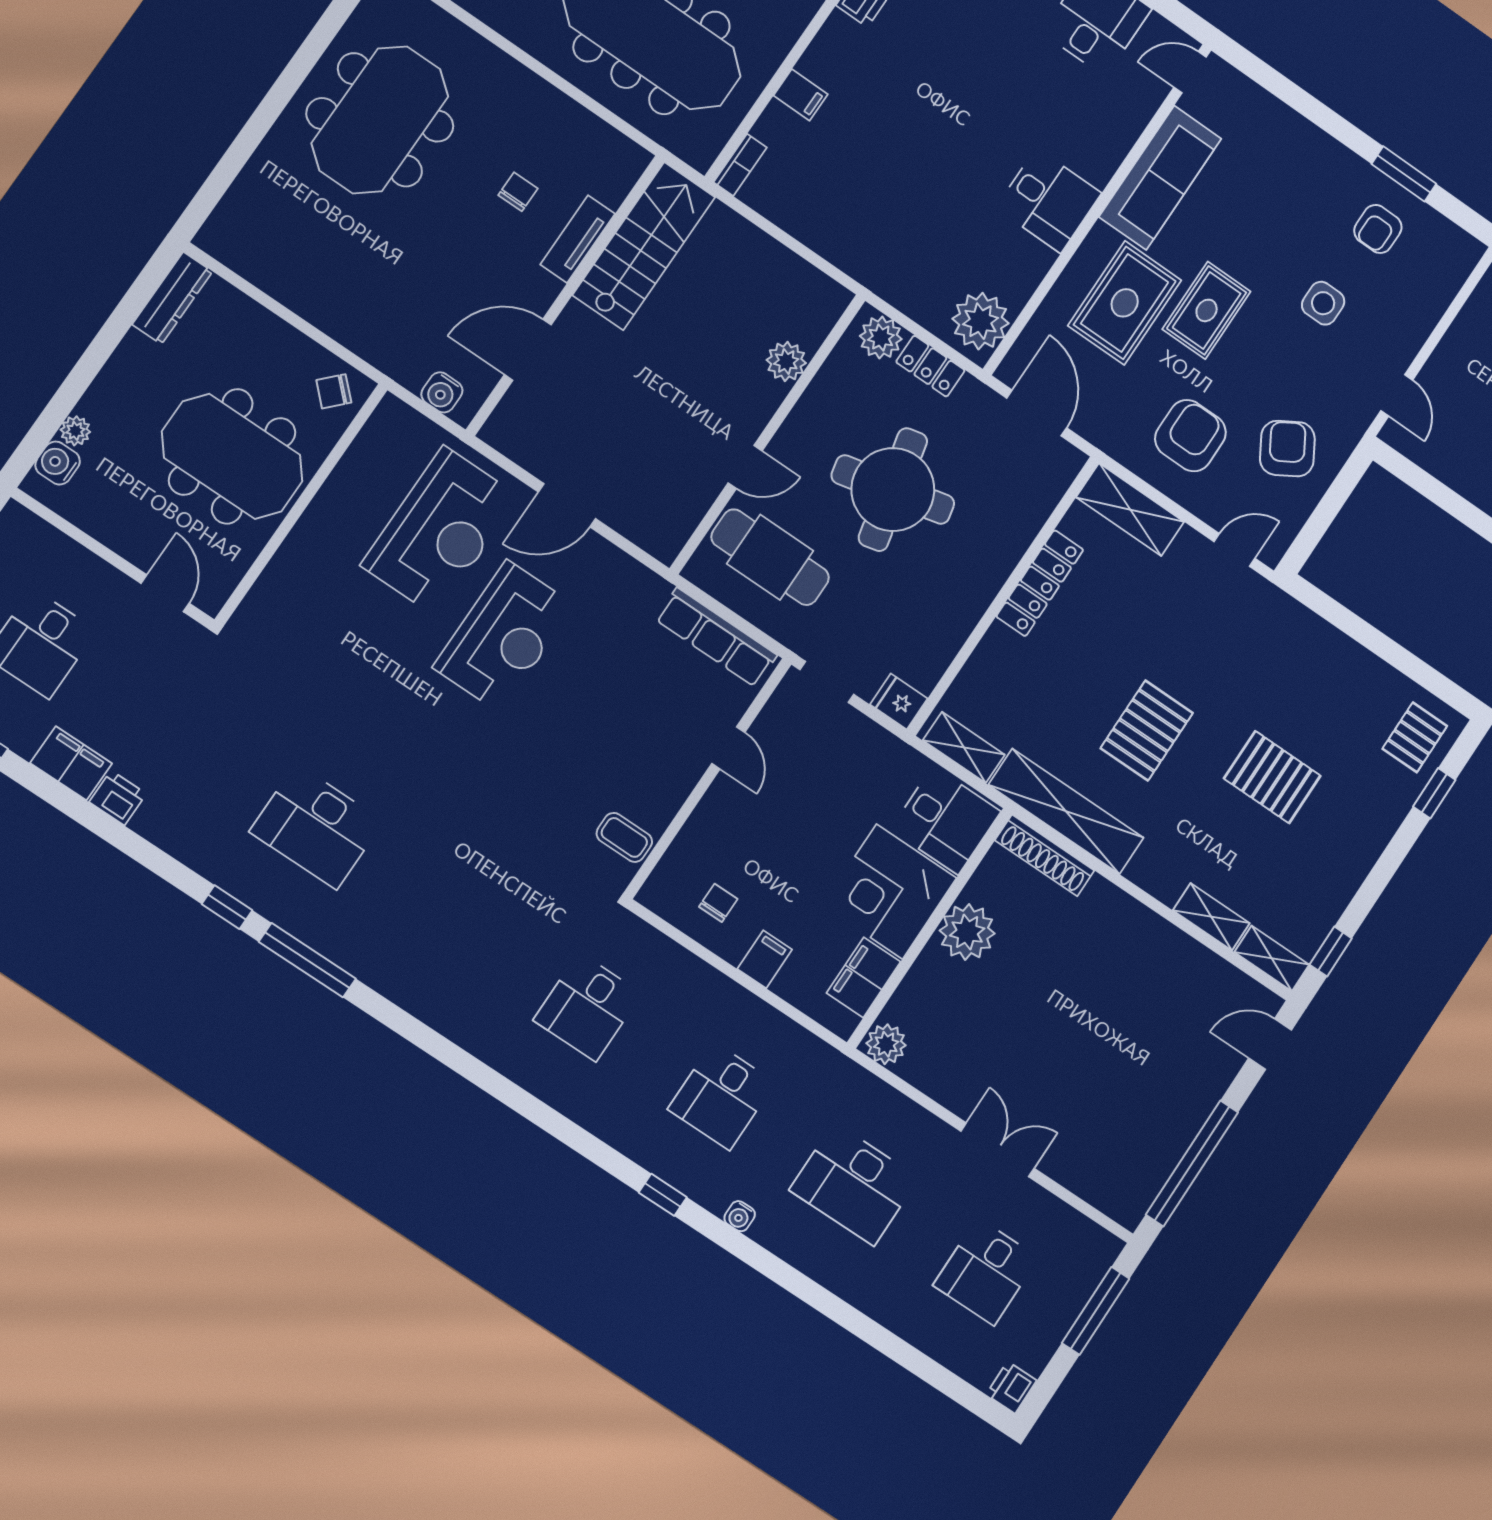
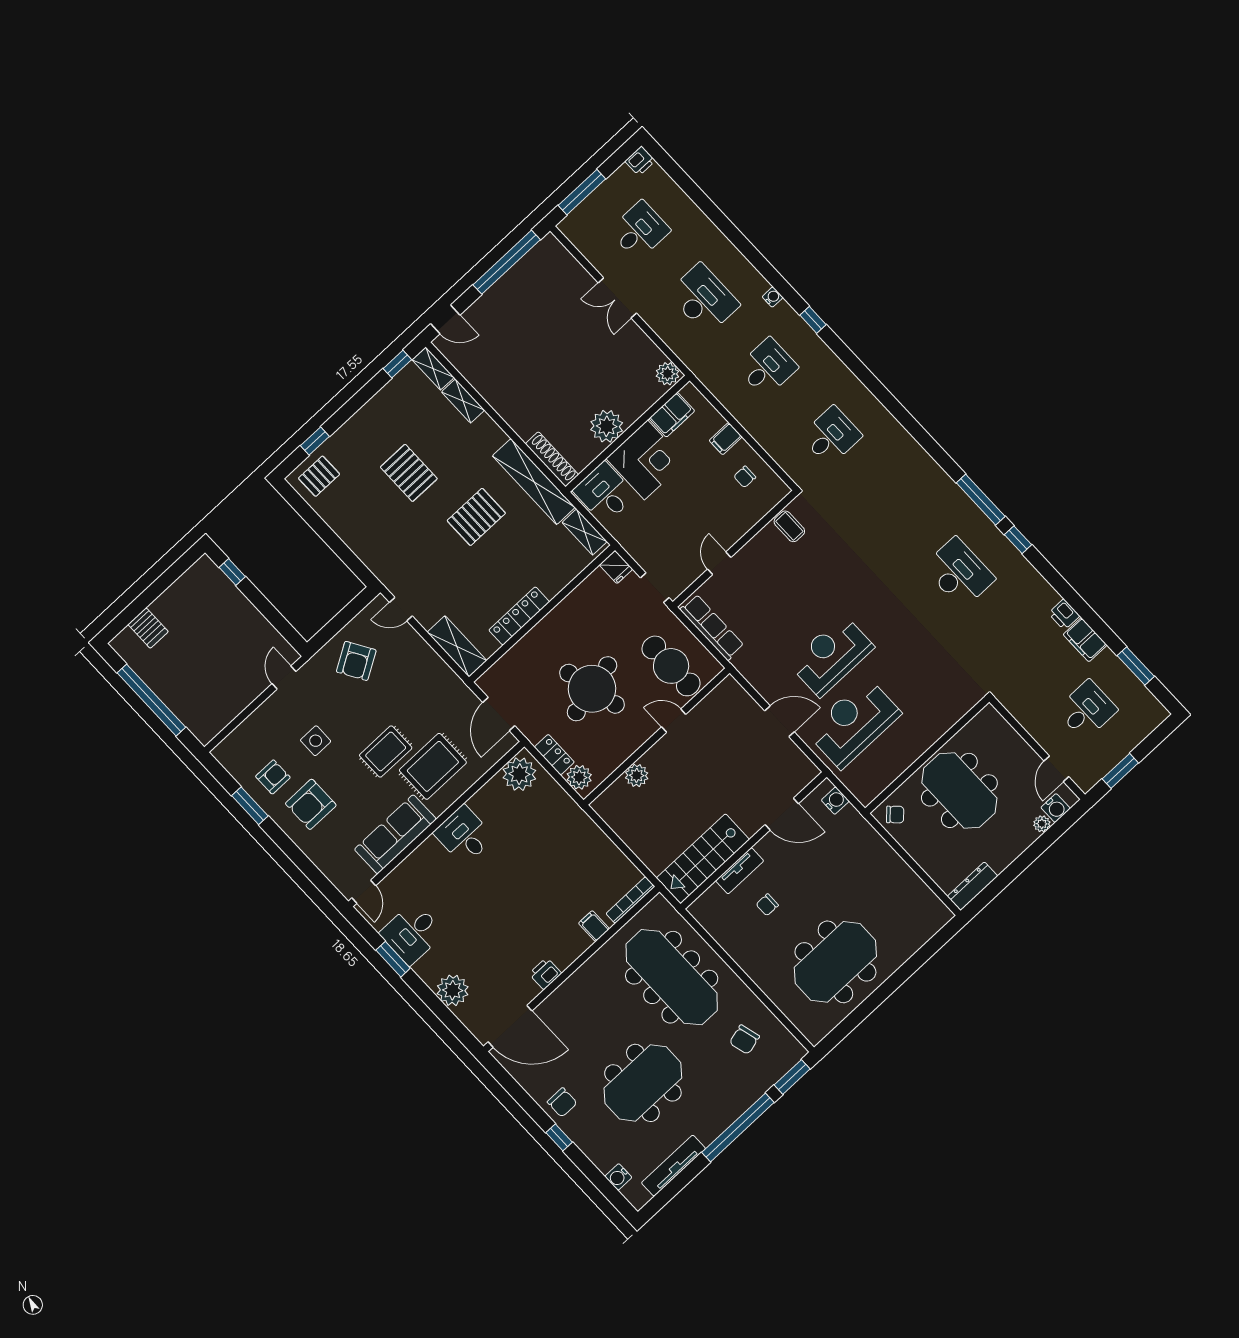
door: (1190, 72) -> (364, 892), hinge flipped
bookcase: (740, 165) -> (630, 900), width x1.56
armchair: (1190, 436) -> (311, 804), moved
door: (165, 593) -> (1056, 769), moved

